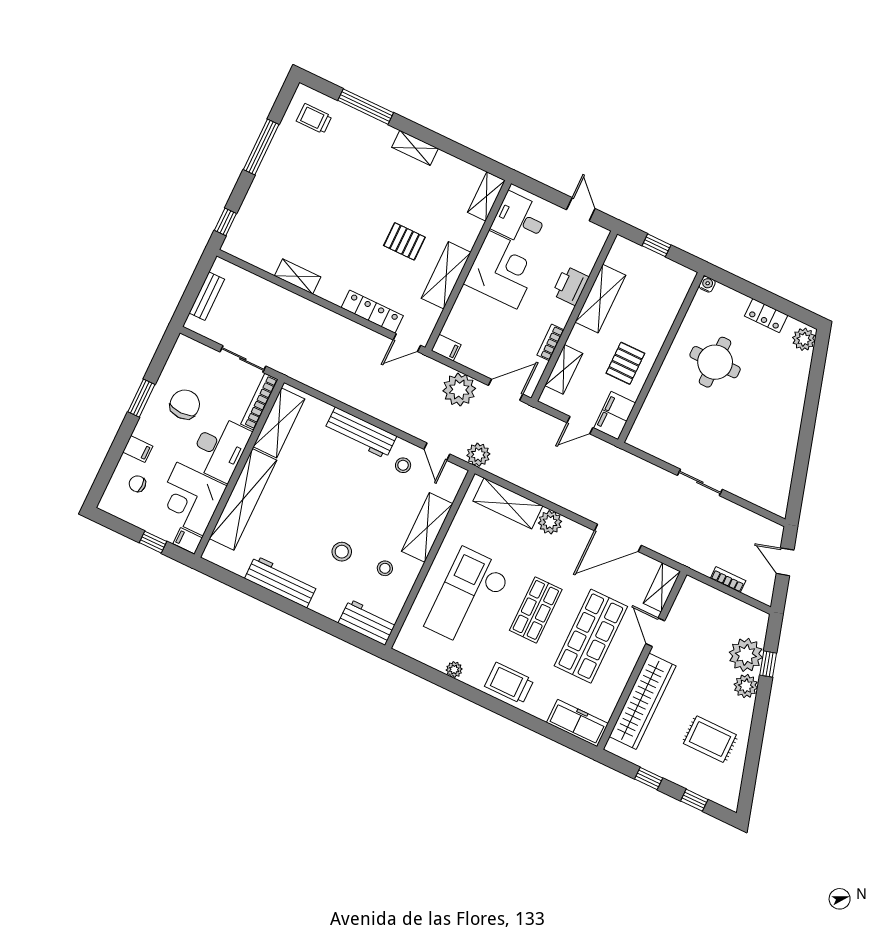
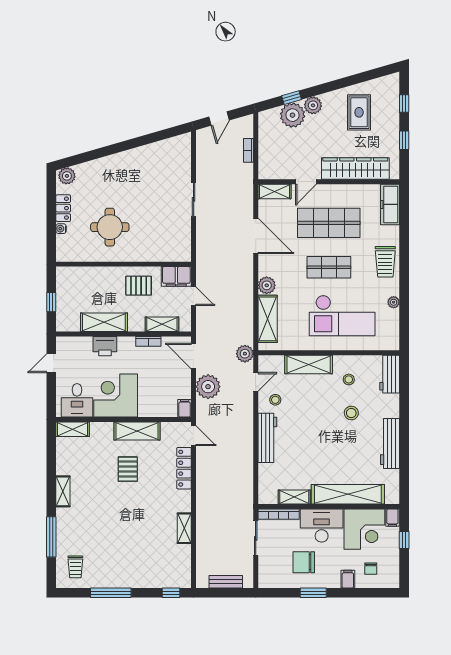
water cooler: (707, 284) -> (61, 229), moved
shelving: (279, 423) -> (294, 497), width x0.67, depth x0.75

